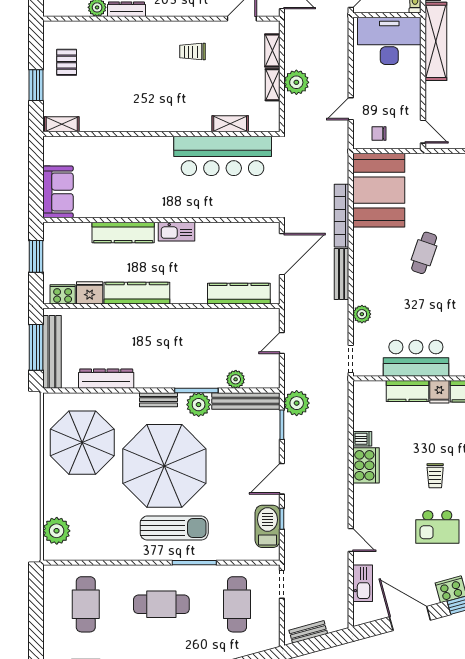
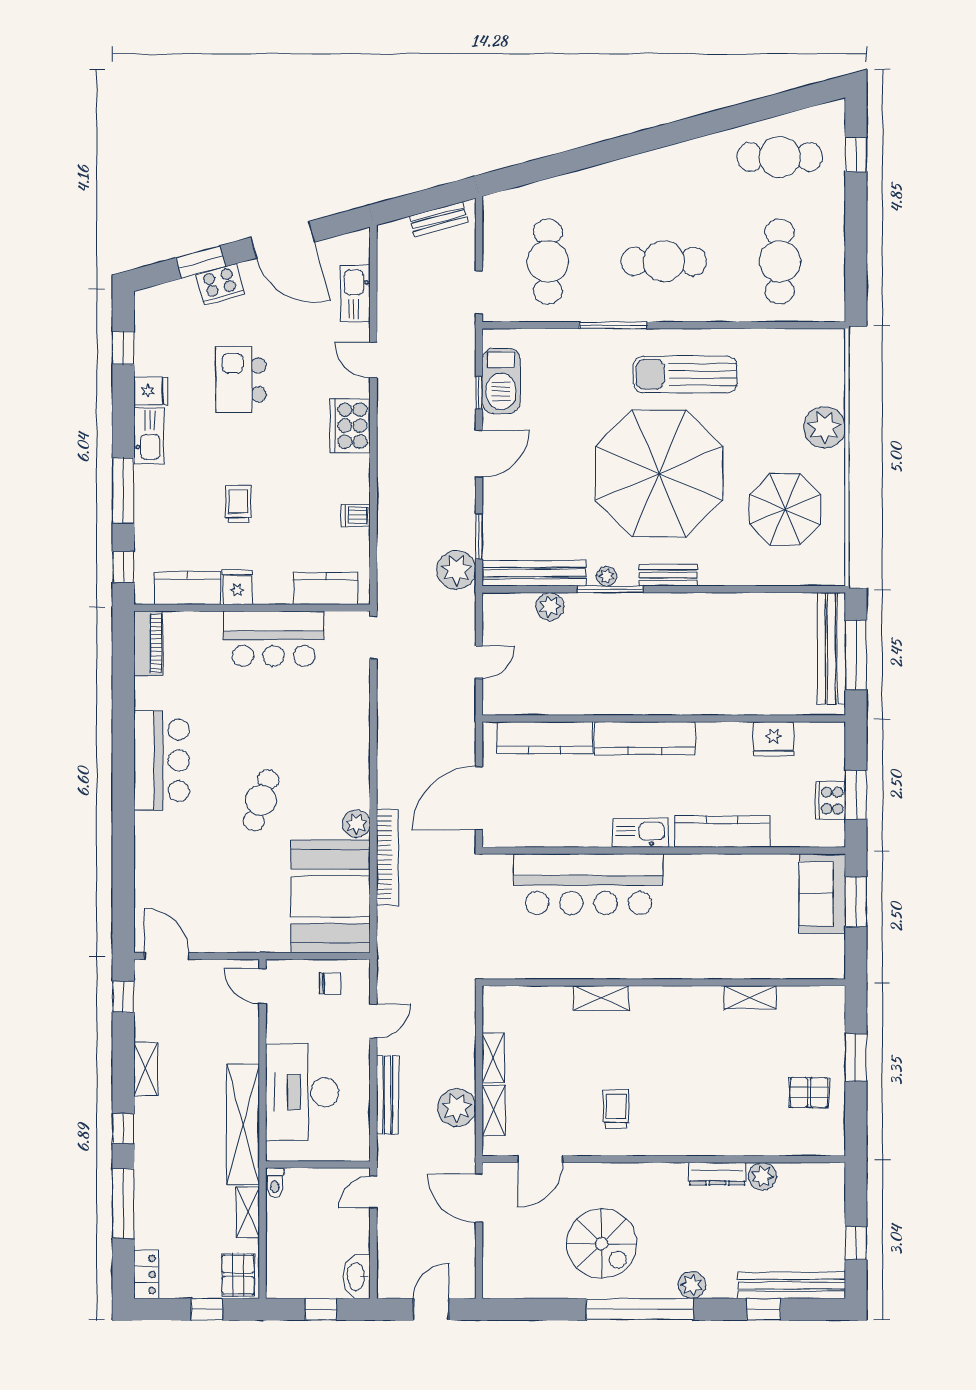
desk: (389, 41) -> (302, 1092), moved, turned 90
trolley: (192, 52) -> (616, 1109), turned -90
pallet: (67, 62) -> (809, 1092), turned 90
plant: (296, 82) -> (457, 1108), moved
shelving: (62, 124) -> (750, 997), moved
shelving: (230, 124) -> (601, 998), moved
bar counter: (223, 156) -> (588, 884), moved, turned 180
window: (36, 187) -> (856, 902), added
bench: (342, 274) -> (388, 1095), moved
kitchen counter: (137, 293) -> (645, 738), moved
cooker: (63, 294) -> (830, 801), moved, turned 90
plant: (362, 314) -> (356, 824), moved
dresser: (106, 379) -> (748, 607), removed
kitchen counter: (407, 391) -> (326, 588), moved
plant: (199, 405) -> (607, 576), width x0.53, depth x0.53
parasol: (82, 443) -> (785, 509), width x0.73, depth x0.73
cooker: (366, 465) -> (350, 426), moved
trolley: (435, 476) -> (238, 504), moved
kitchen island: (437, 527) -> (241, 380), turned -90
sun lounger: (174, 528) -> (685, 374), moved
plant: (57, 531) -> (824, 427), moved

